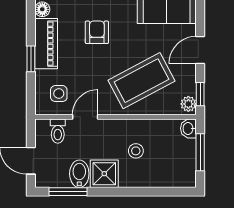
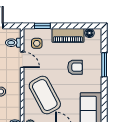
window: (31, 59) -> (42, 26), moved

